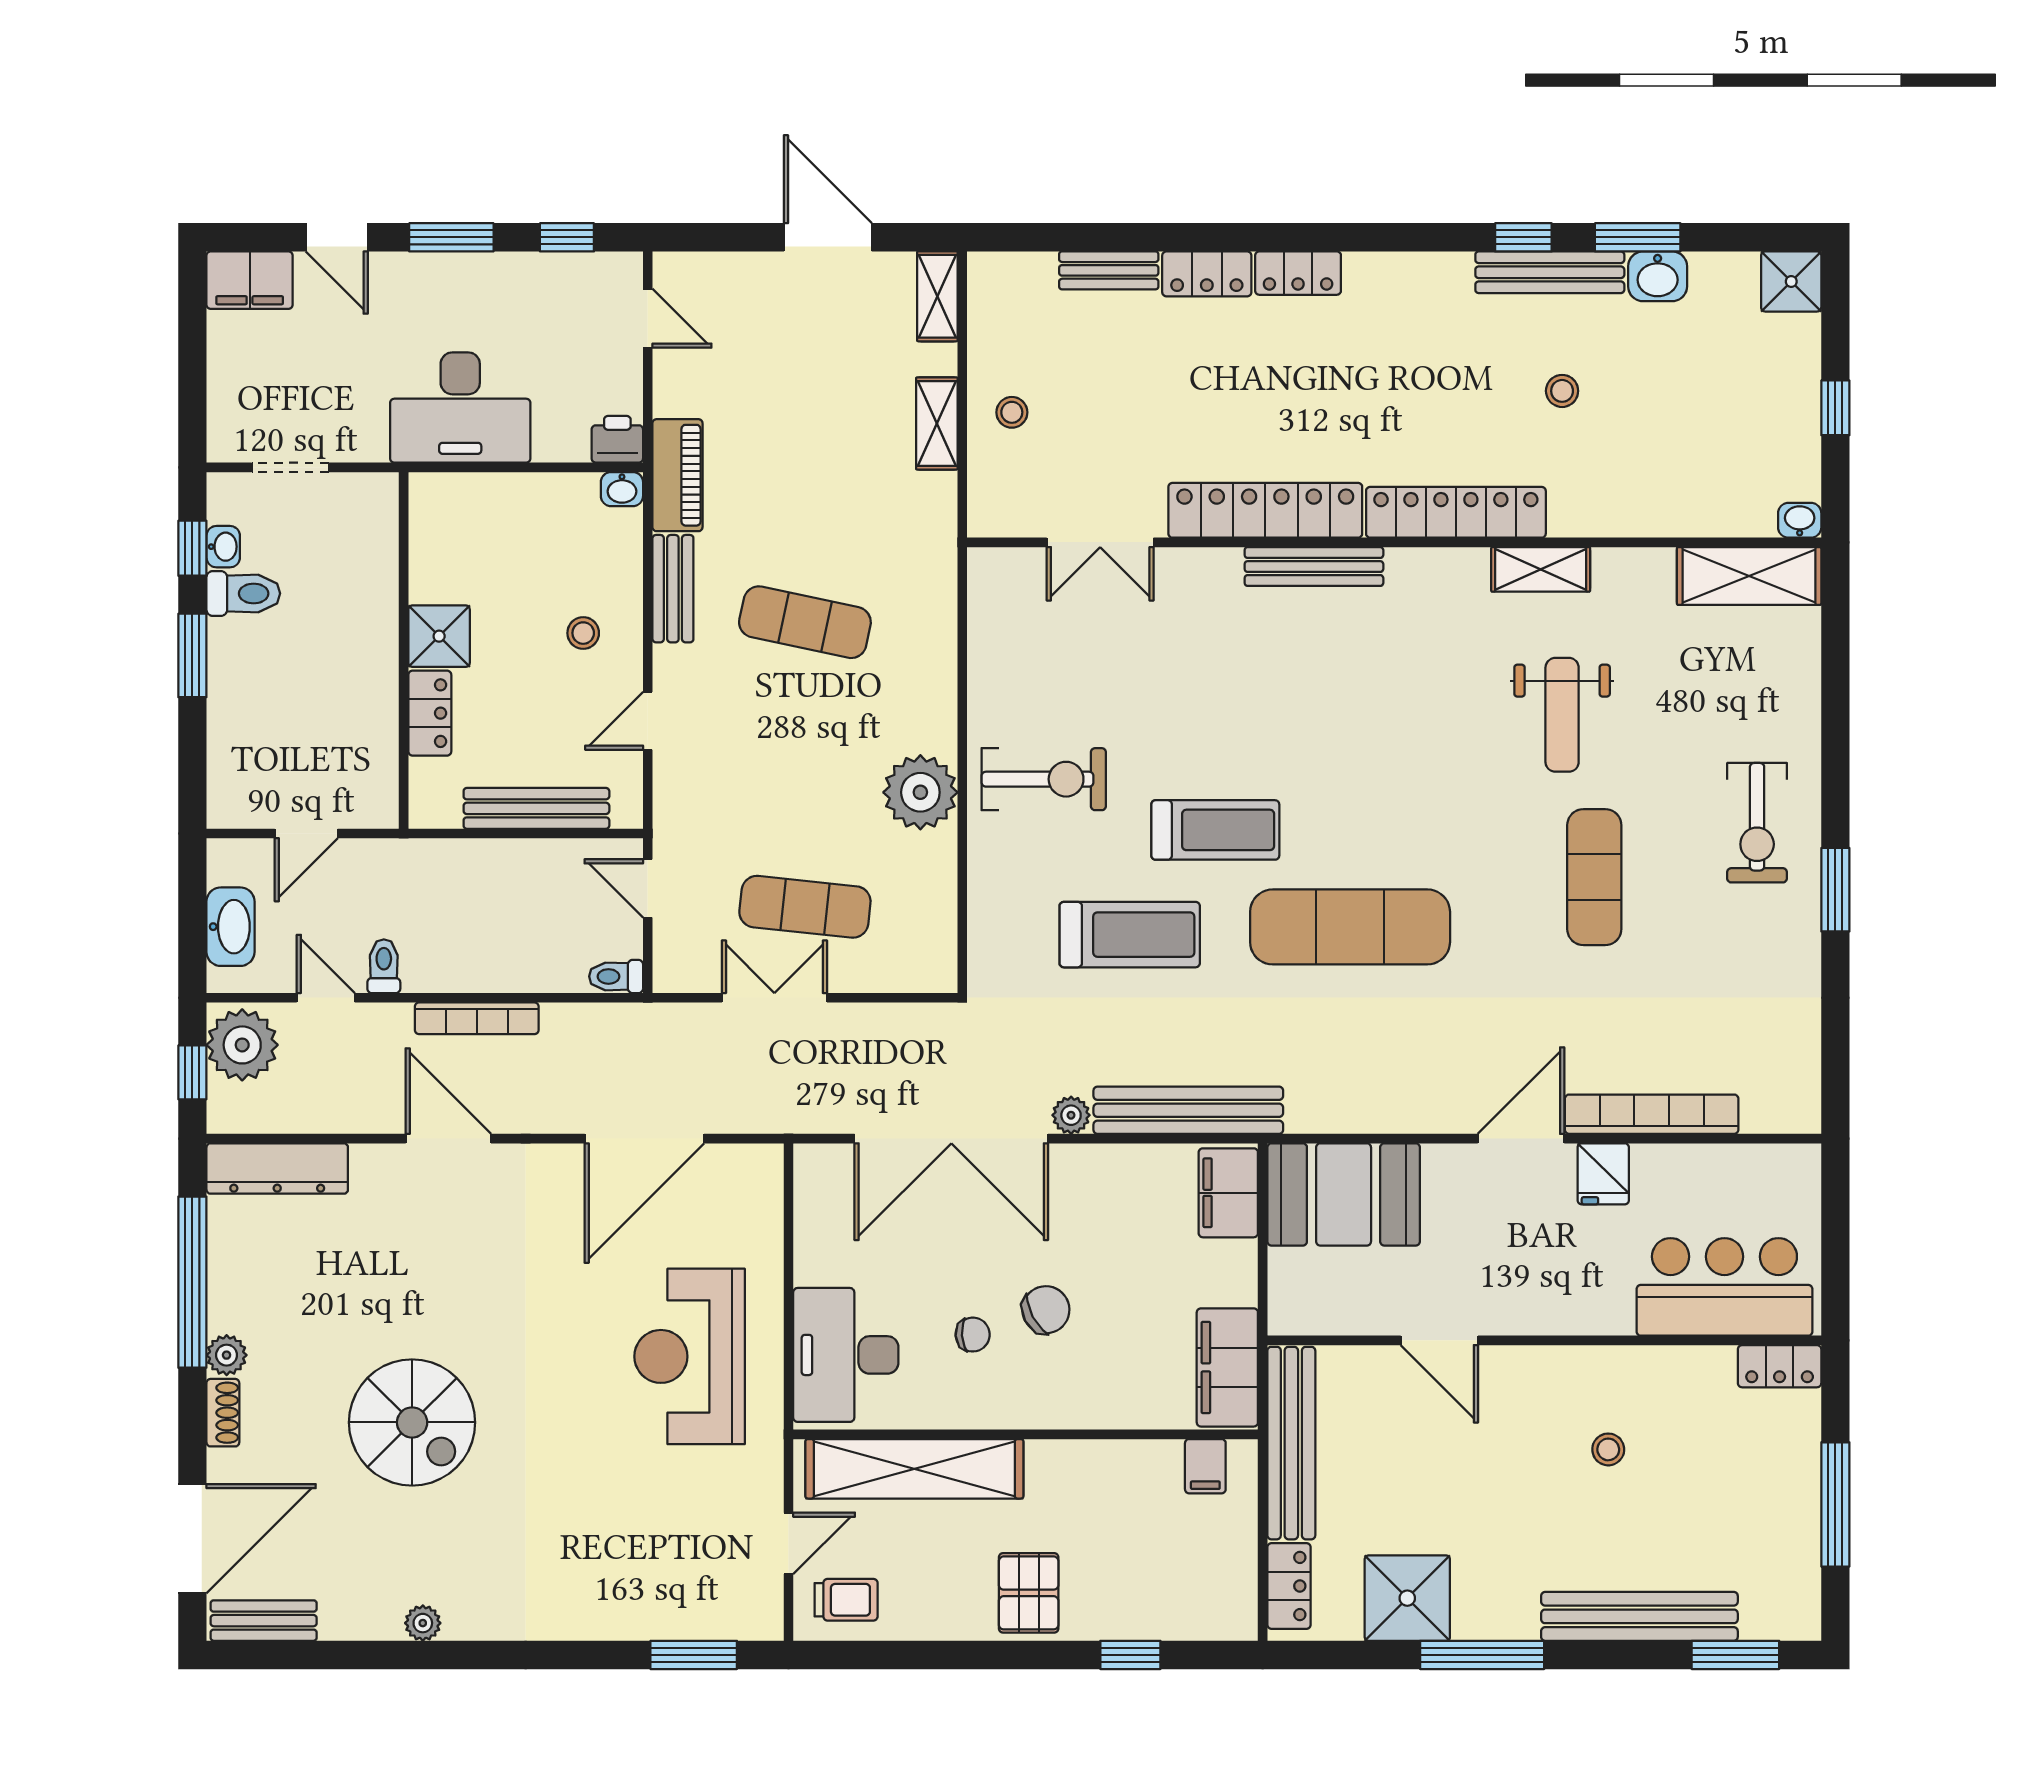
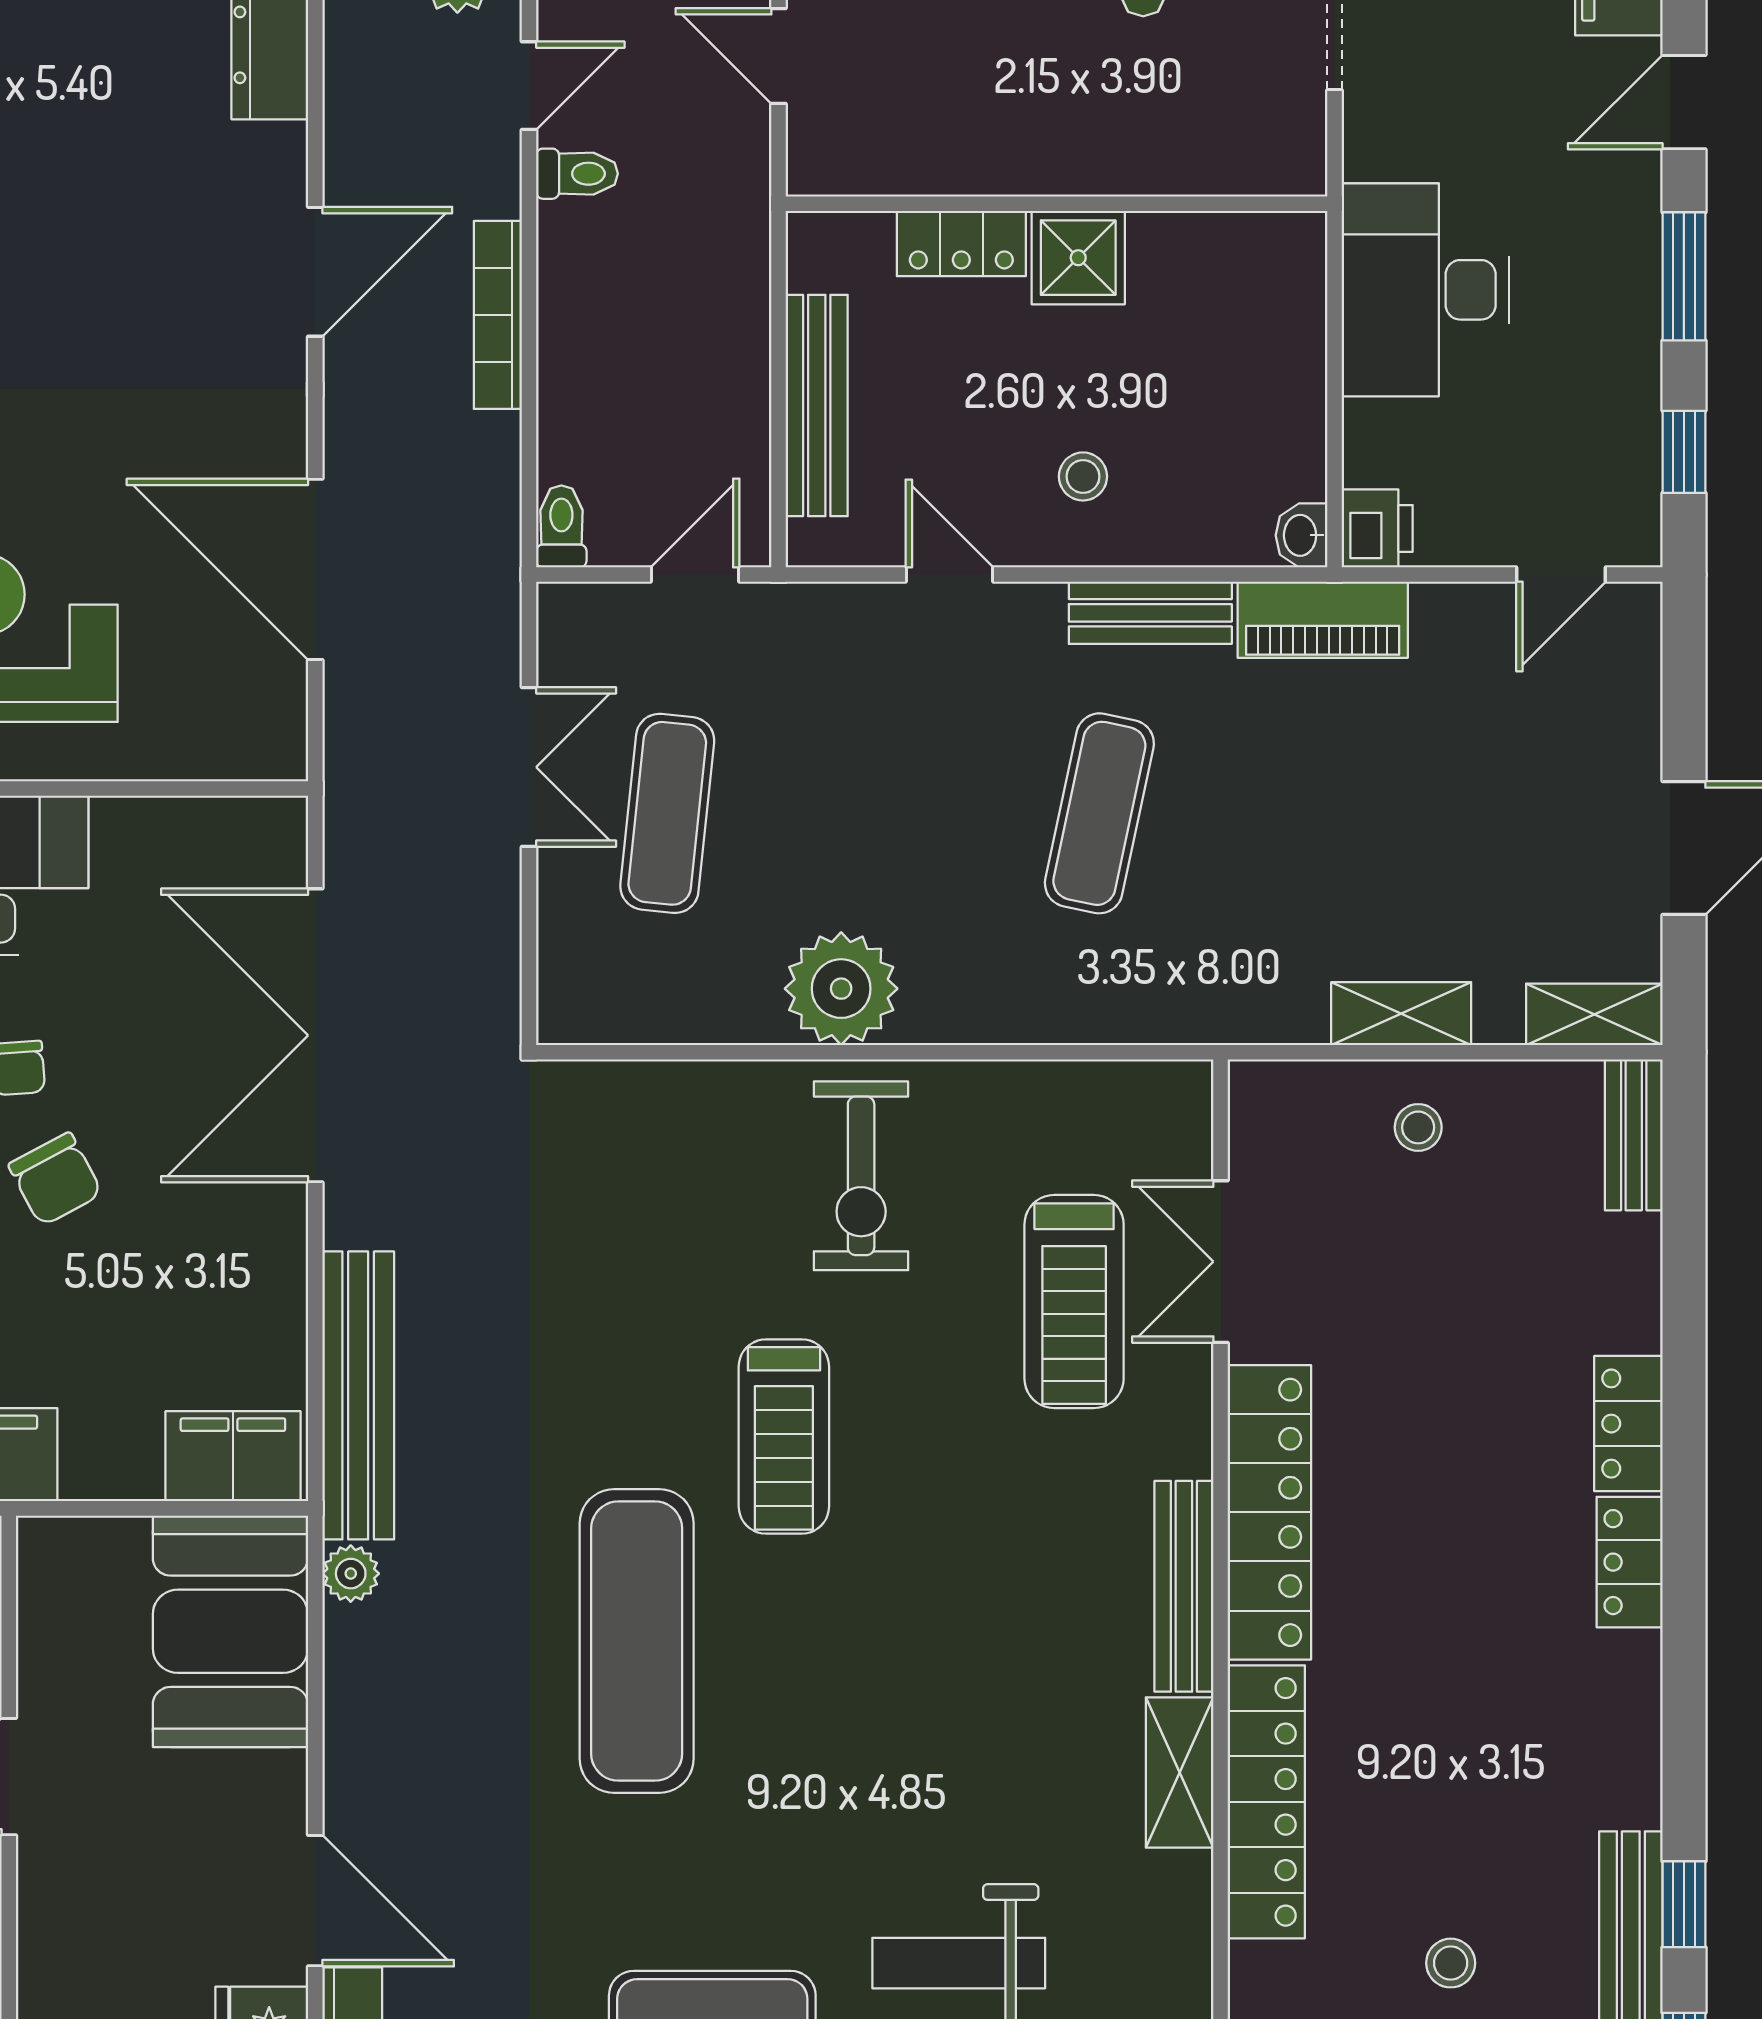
bench: (1109, 270) -> (1634, 1135), moved
shelving: (1541, 569) -> (1180, 1772), moved
treadmill: (1130, 935) -> (1074, 1301), moved
plant: (1071, 1115) -> (351, 1574), moved

